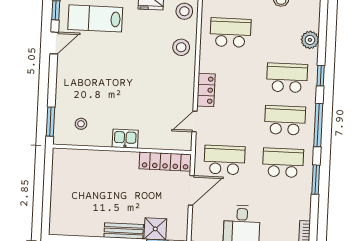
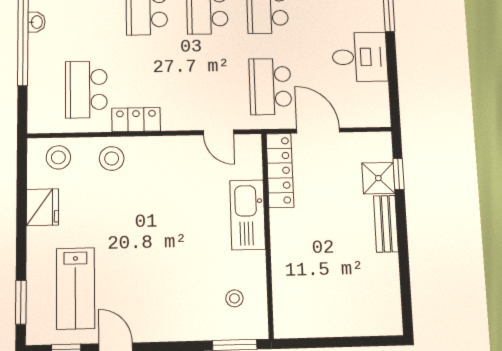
locker: (206, 90) -> (136, 120), moved
kitchen sink: (125, 139) -> (248, 215), width x1.87, depth x1.24

